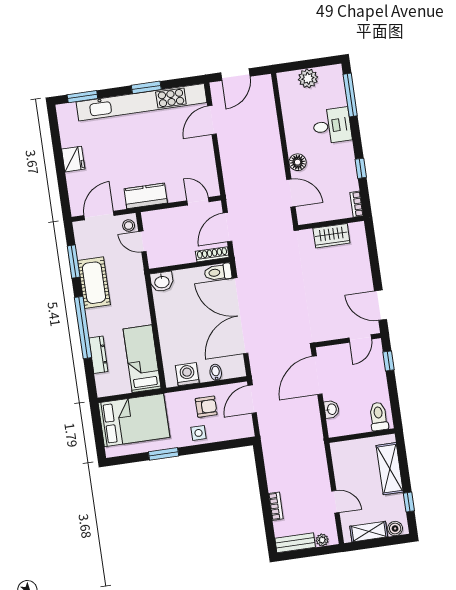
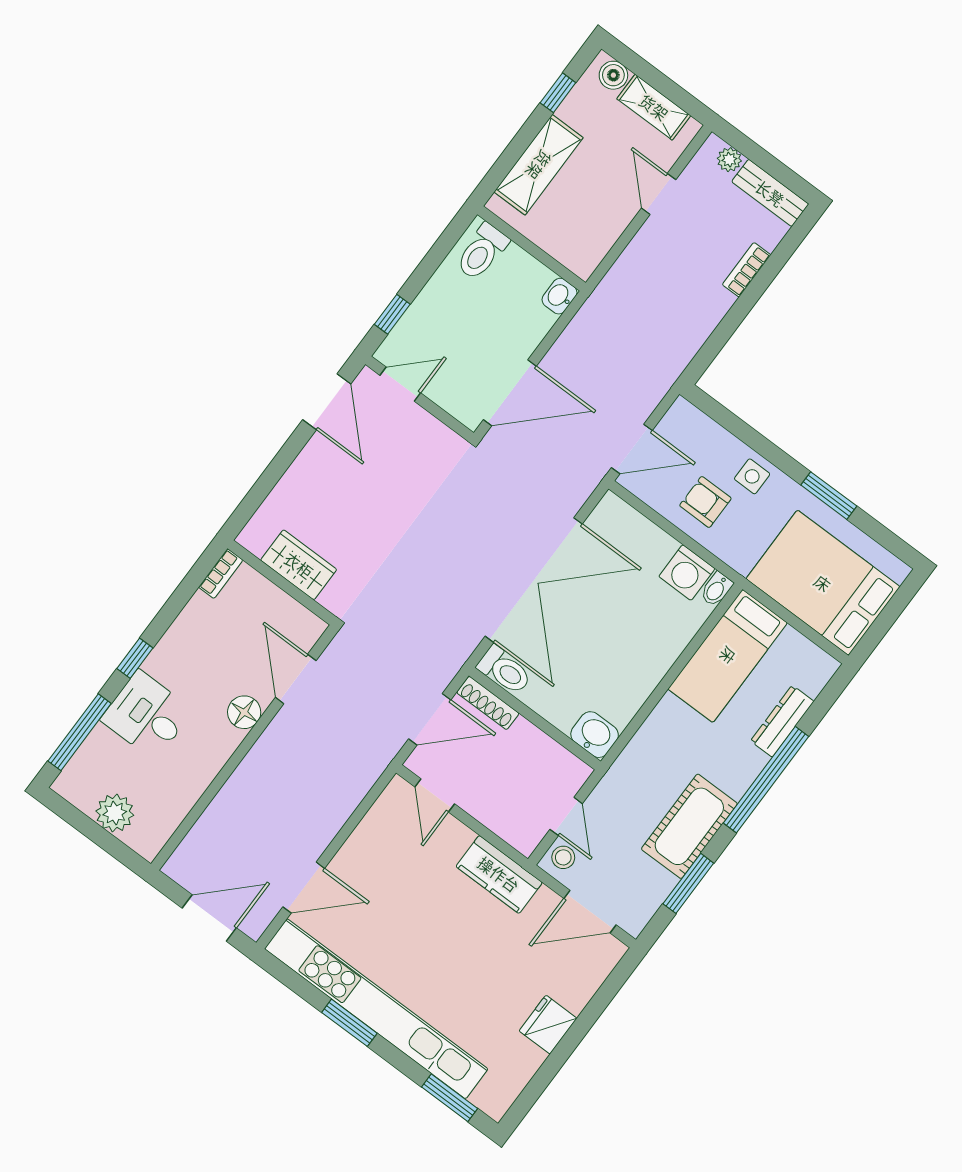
window: (361, 168) -> (135, 658), moved
bidet: (216, 372) -> (716, 589), moved
washbasin: (331, 409) -> (559, 296), moved

